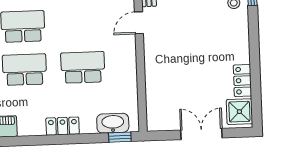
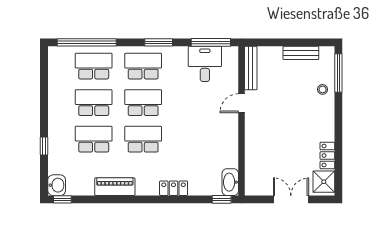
school desk: (83, 67) -> (193, 139), removed
washbasin: (113, 123) -> (230, 182), moved, turned -90

